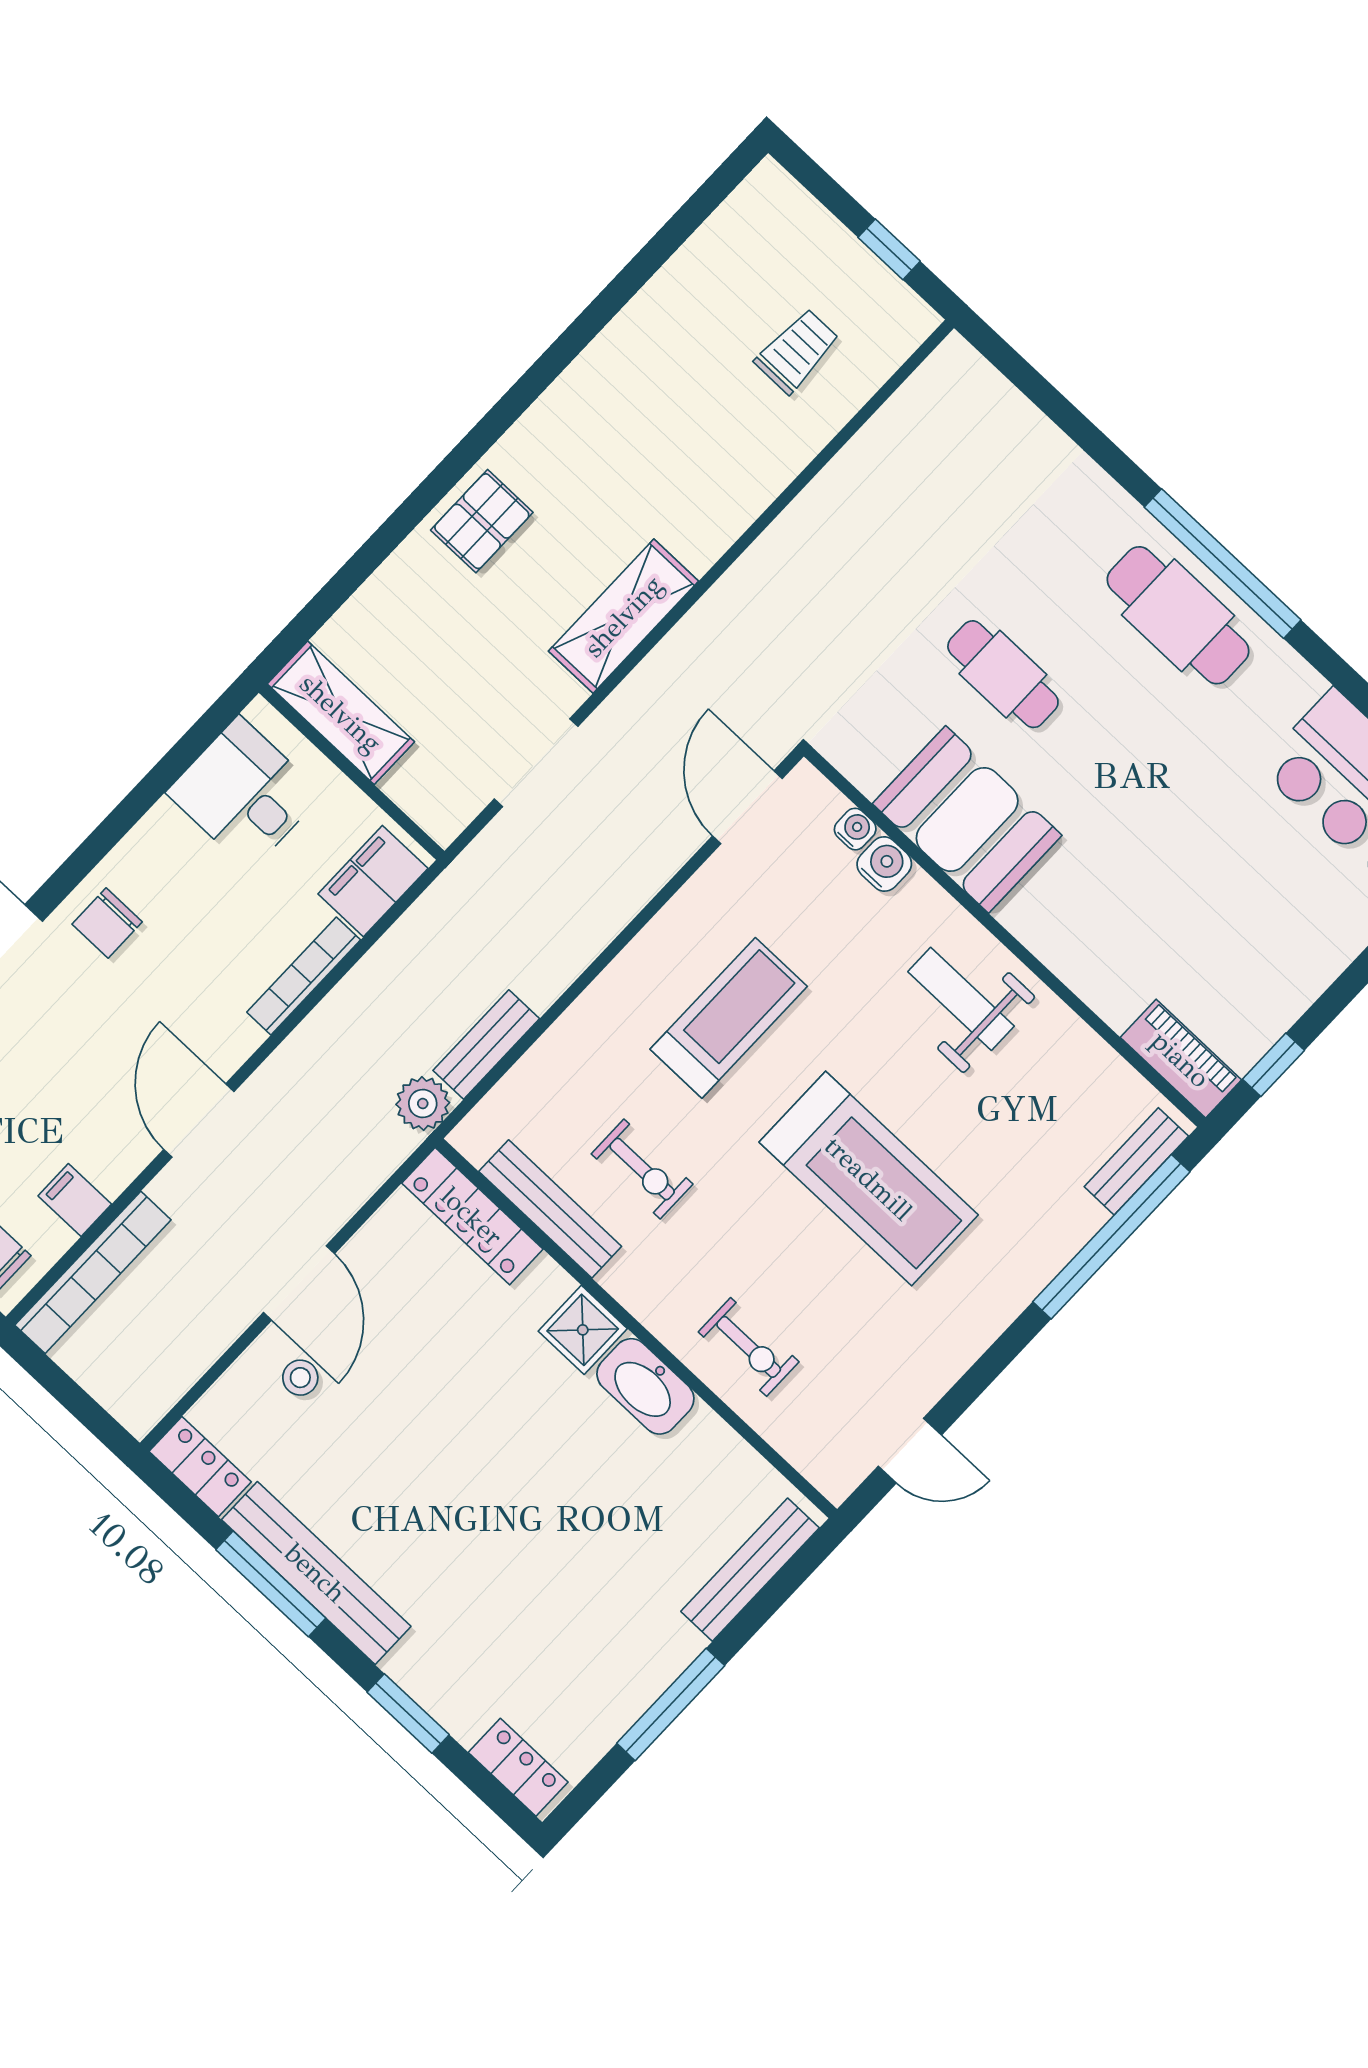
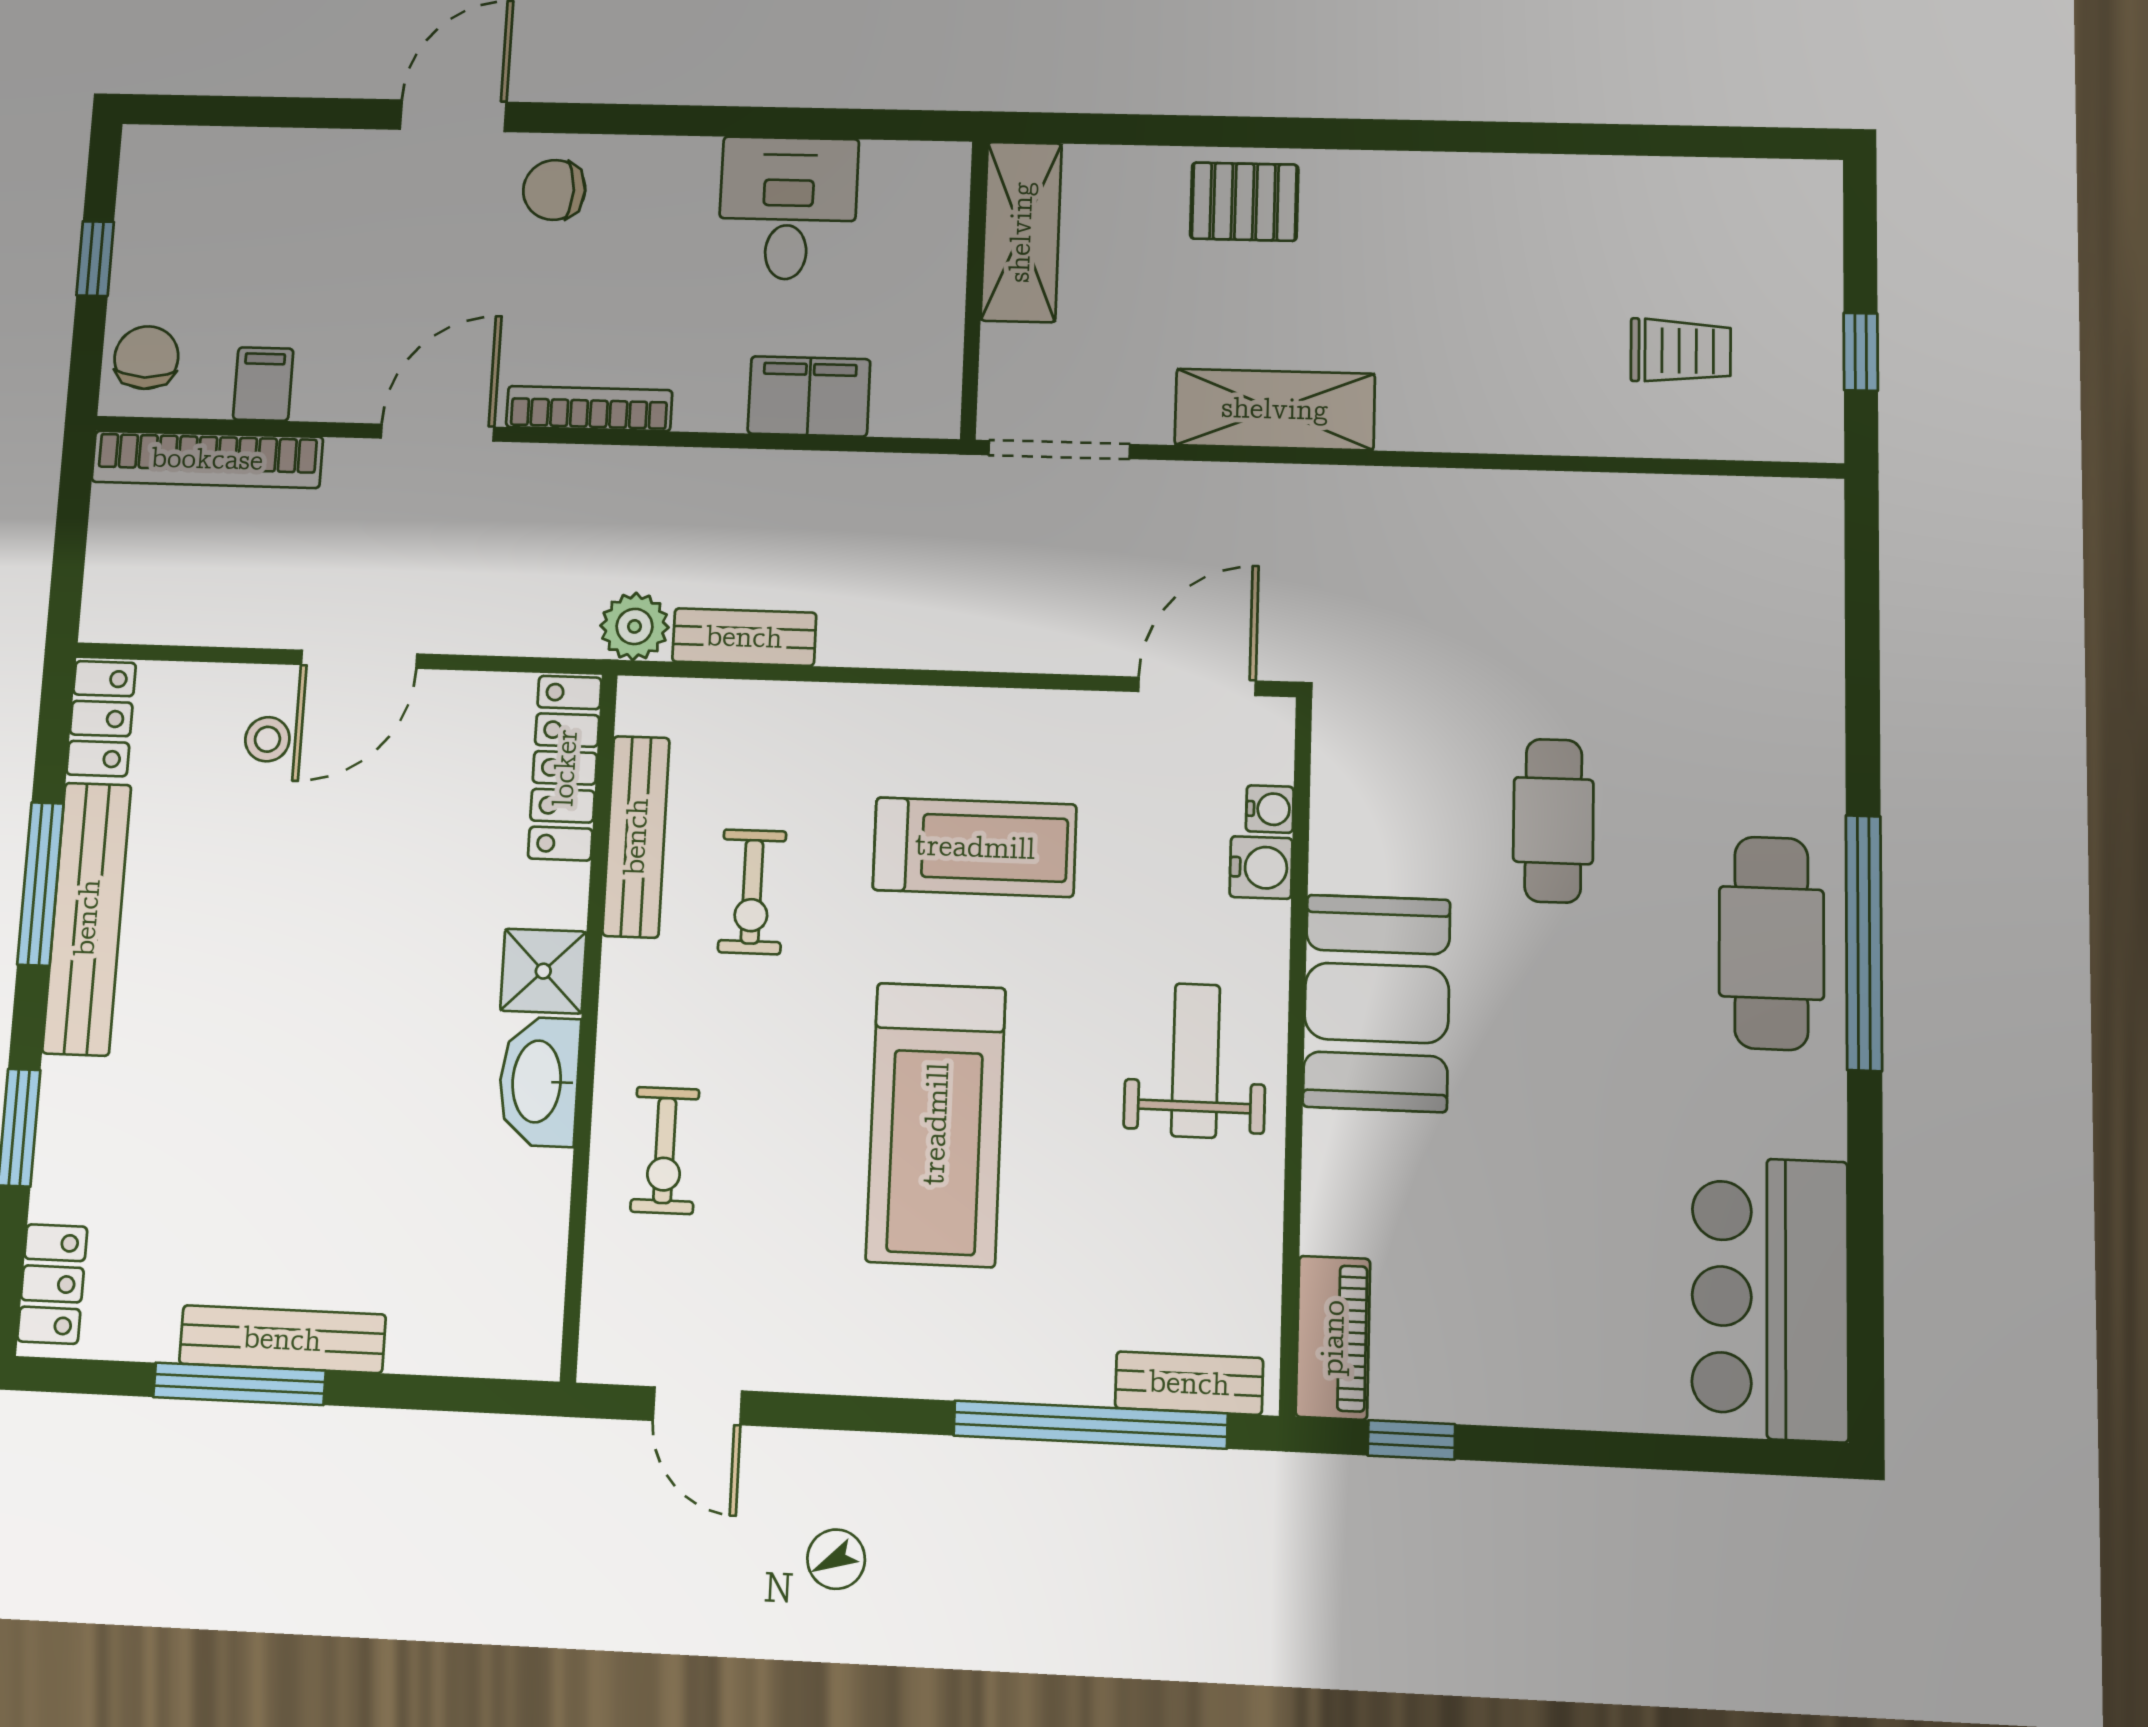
shelving: (341, 713) -> (1021, 232), moved
wall: (352, 772) -> (974, 290), moved
booth: (967, 819) -> (1377, 1003), moved
bookcase: (304, 976) -> (589, 409), moved
bench: (750, 1570) -> (282, 1339), moved

